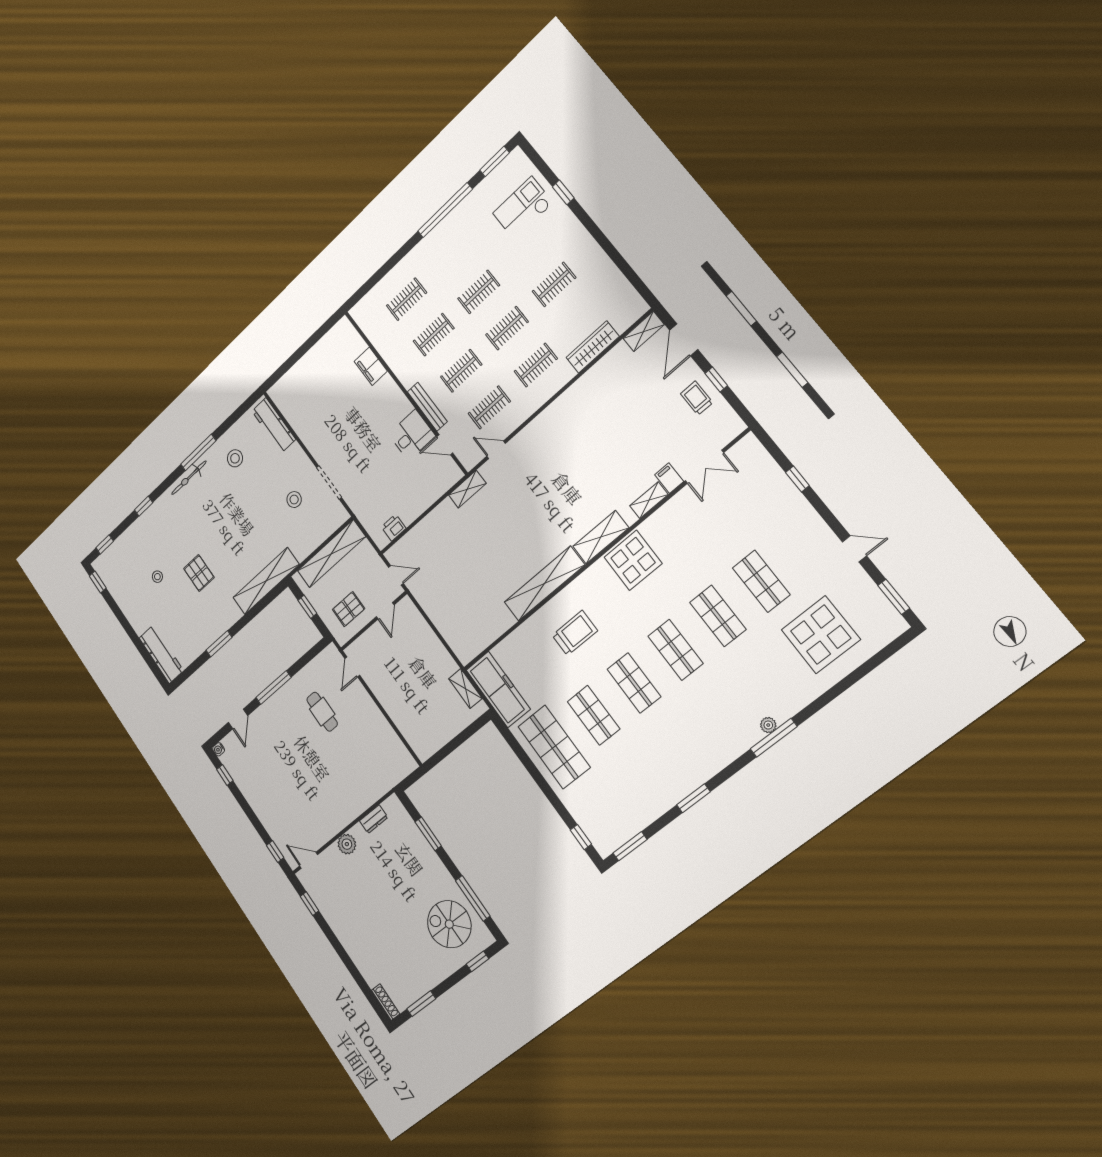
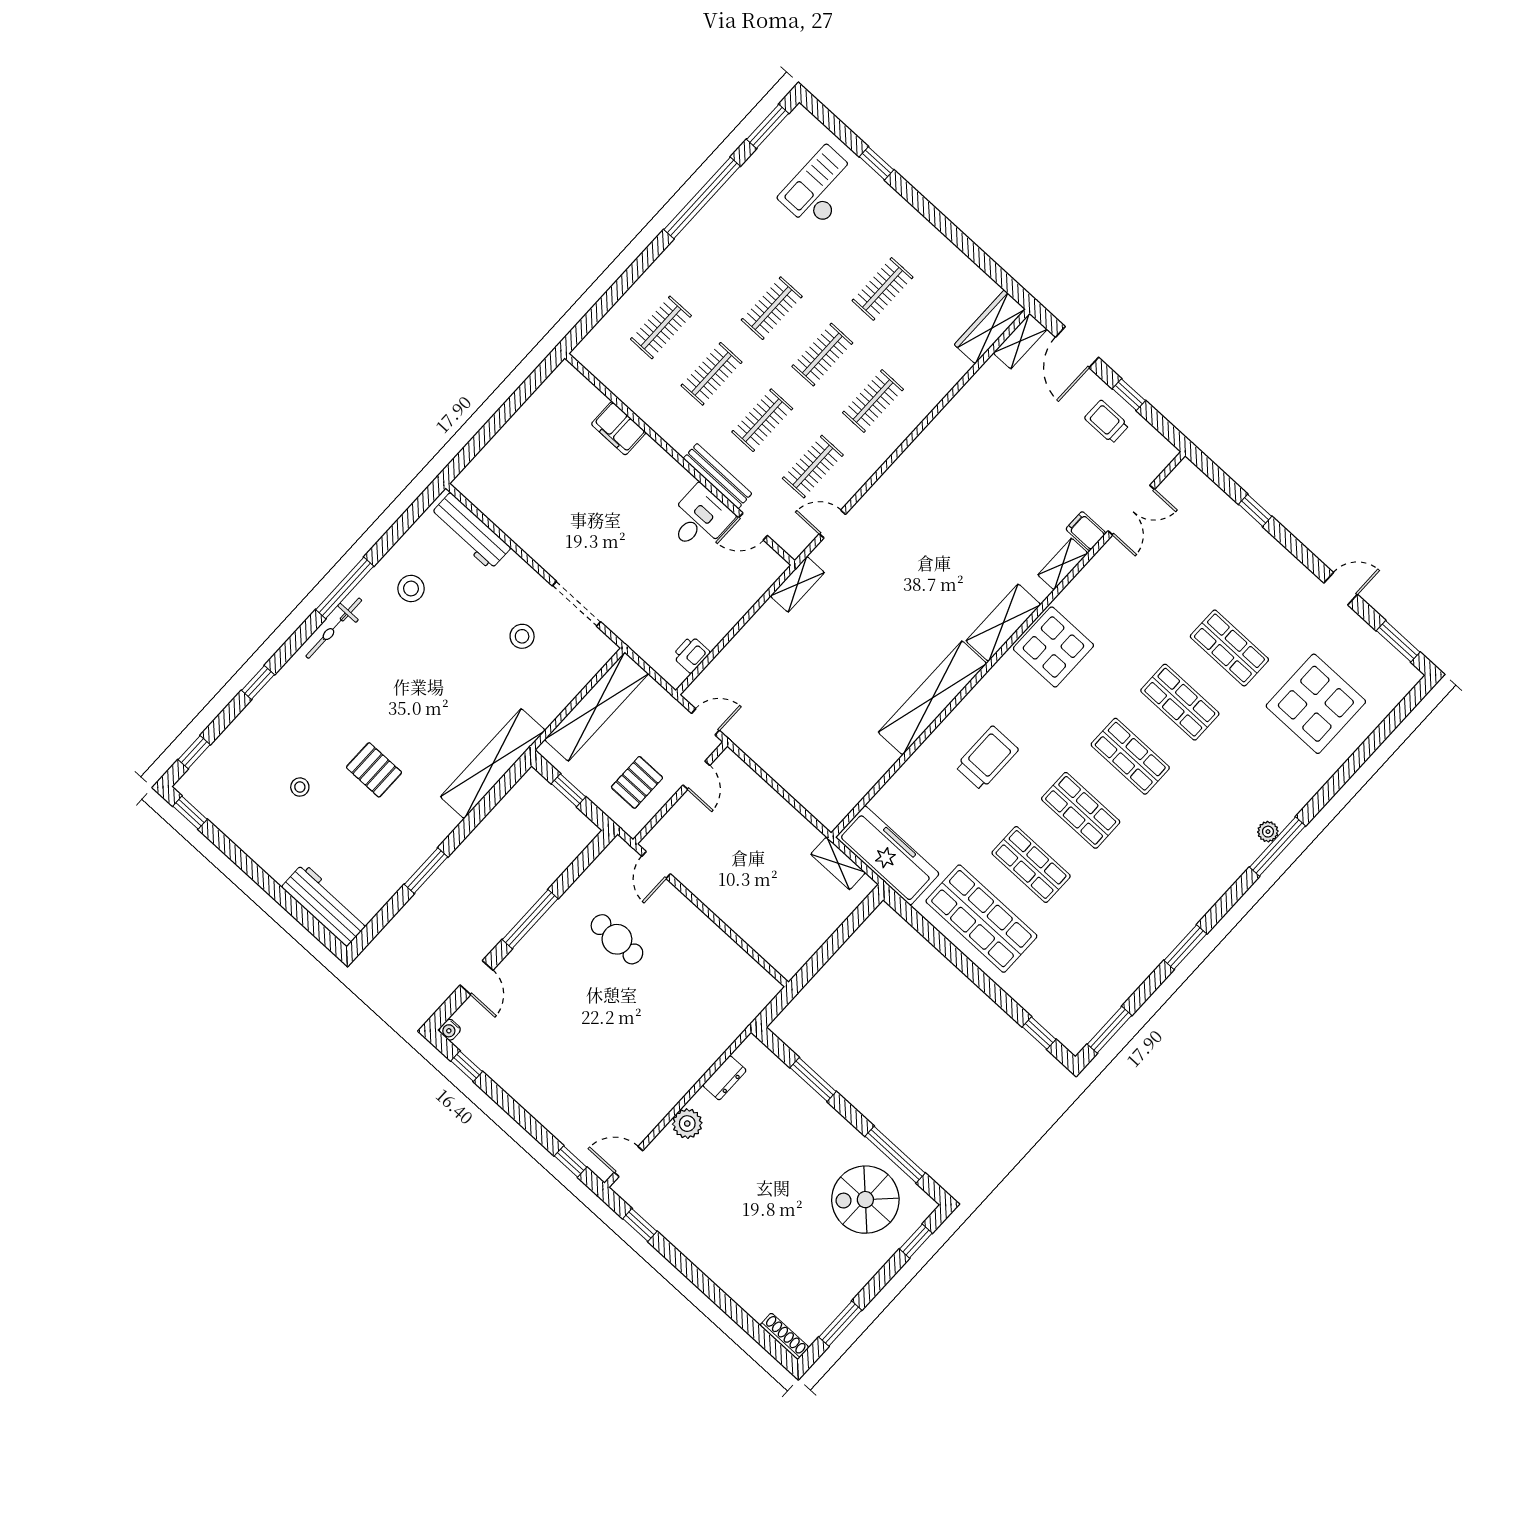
wardrobe: (593, 347) -> (990, 327), moved

